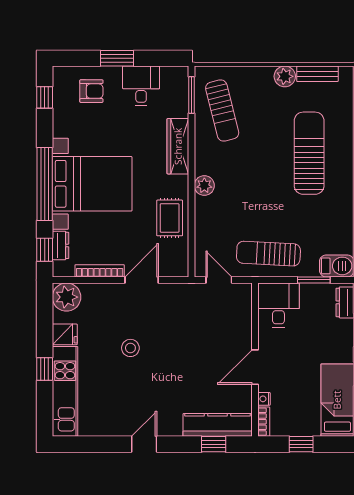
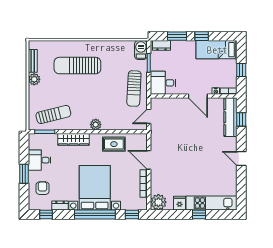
dresser: (60, 245) -> (60, 206), moved
stool: (130, 348) -> (187, 166), removed

